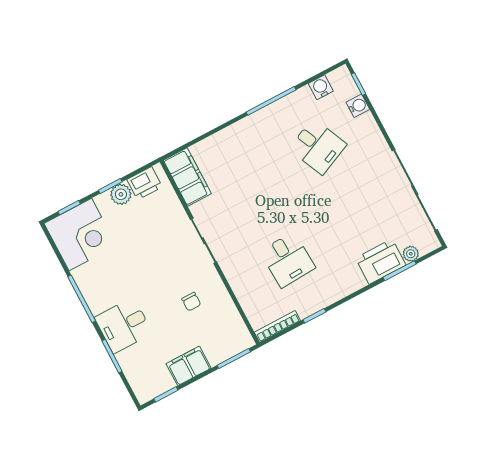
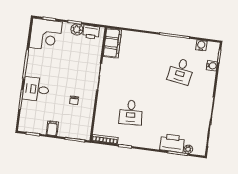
desk: (318, 147) -> (181, 71), turned 33
filing cabinet: (189, 366) -> (52, 128), width x0.50

